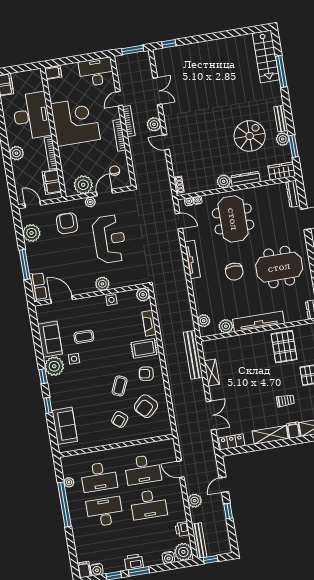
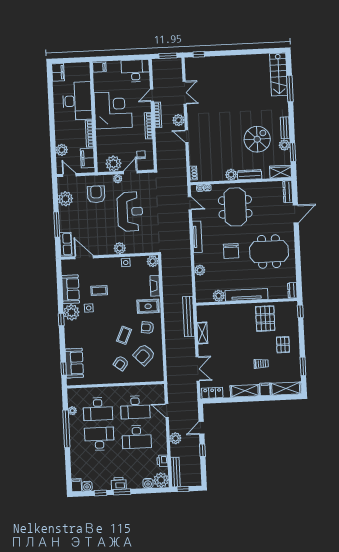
plant: (16, 153) -> (62, 150), moved
plant: (204, 321) -> (200, 270), moved
window: (48, 405) -> (64, 369), moved

